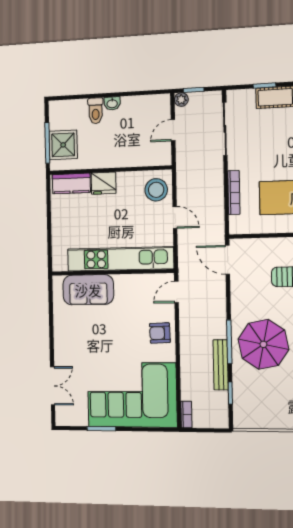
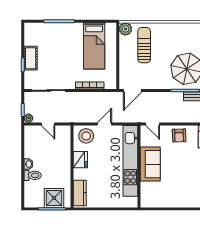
fridge: (104, 183) -> (80, 160), moved
sofa: (88, 290) -> (150, 164), moved

